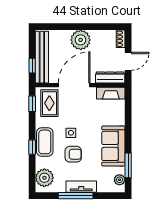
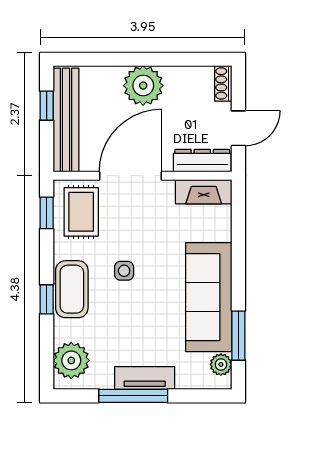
window: (32, 66) -> (47, 106), moved
sofa: (113, 146) -> (209, 297), width x1.36
armchair: (73, 154) -> (129, 314), removed

